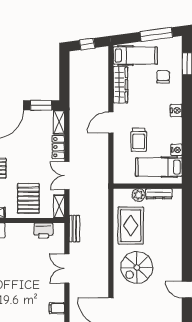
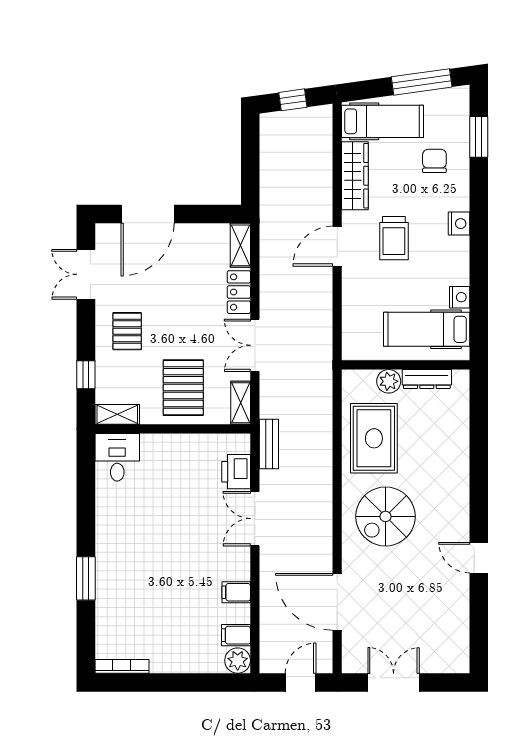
window: (41, 105) -> (207, 214), removed
trolley: (139, 140) -> (394, 238), moved
printer: (43, 231) -> (236, 472), moved, turned 90

